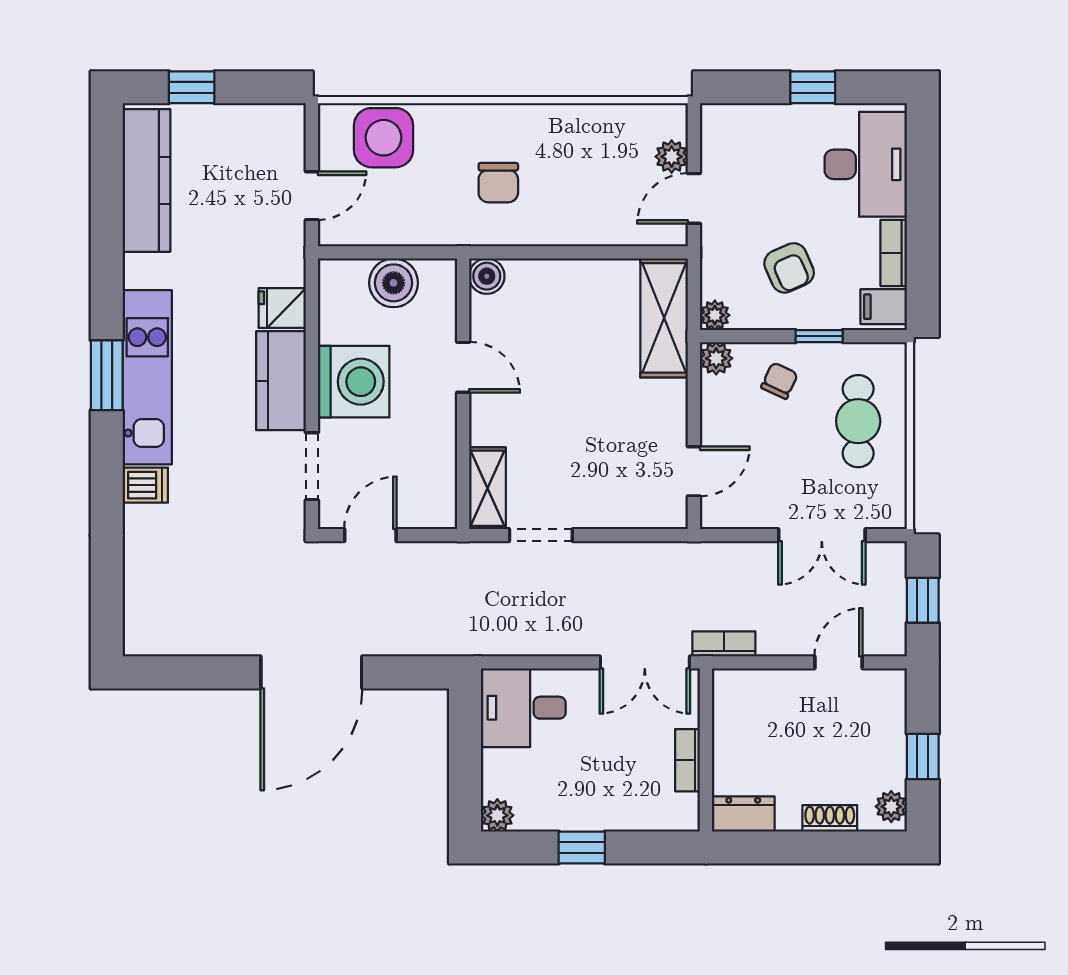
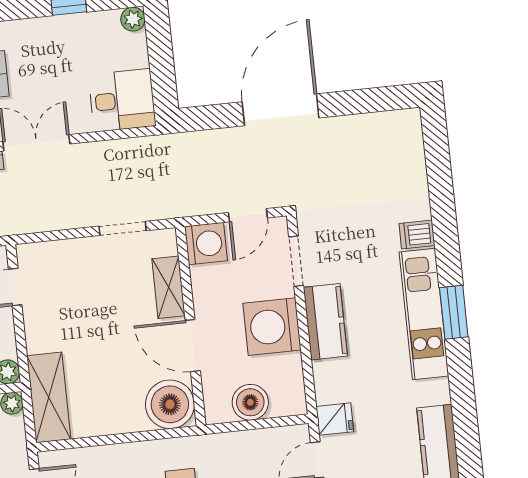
boiler: (487, 276) -> (170, 404), width x1.86, depth x1.86
fridge: (282, 308) -> (335, 419), moved
door: (463, 367) -> (193, 346), width x1.38
shelving: (487, 488) -> (168, 287), moved
washing machine: (431, 503) -> (206, 244), added

